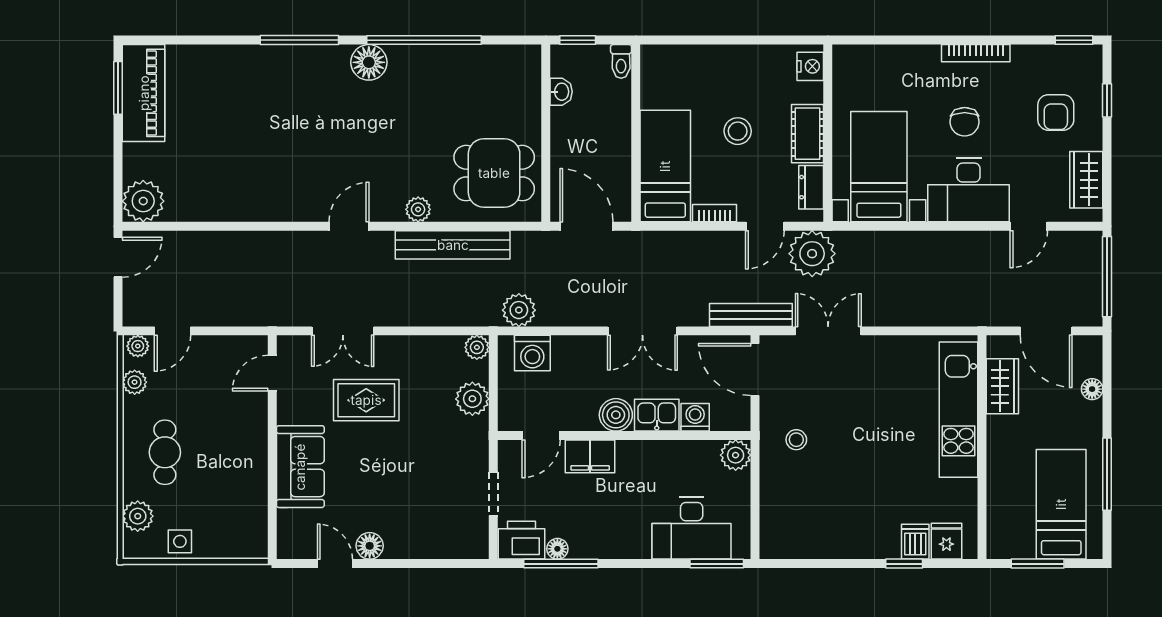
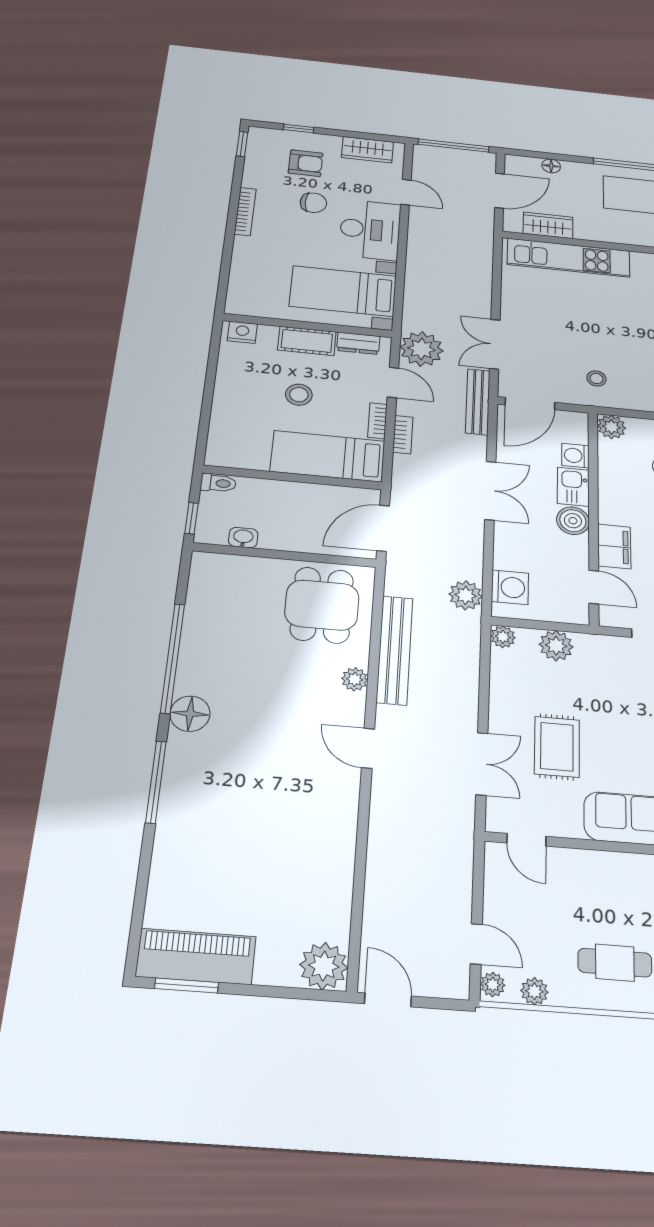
chair: (965, 122) -> (313, 203), moved
bookcase: (700, 240) -> (403, 435), added

